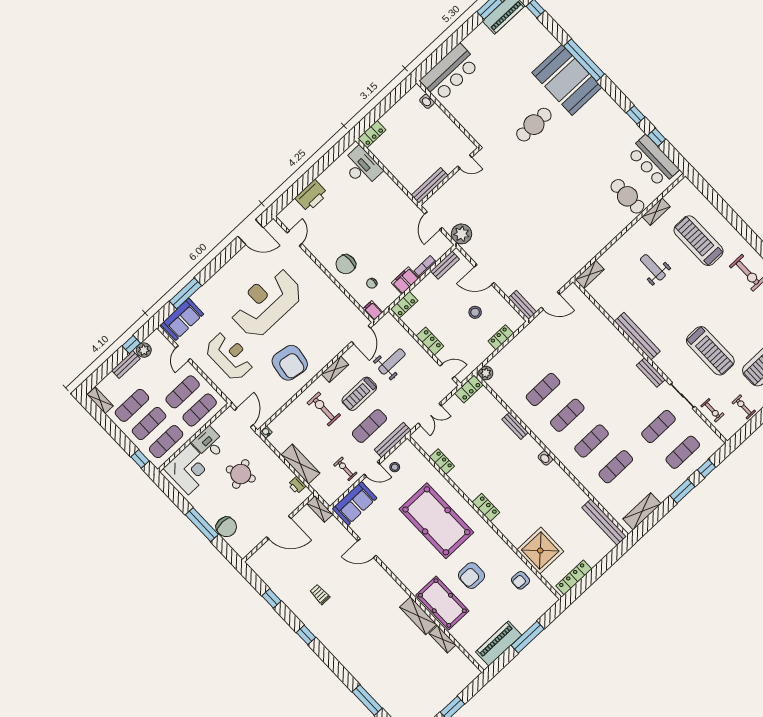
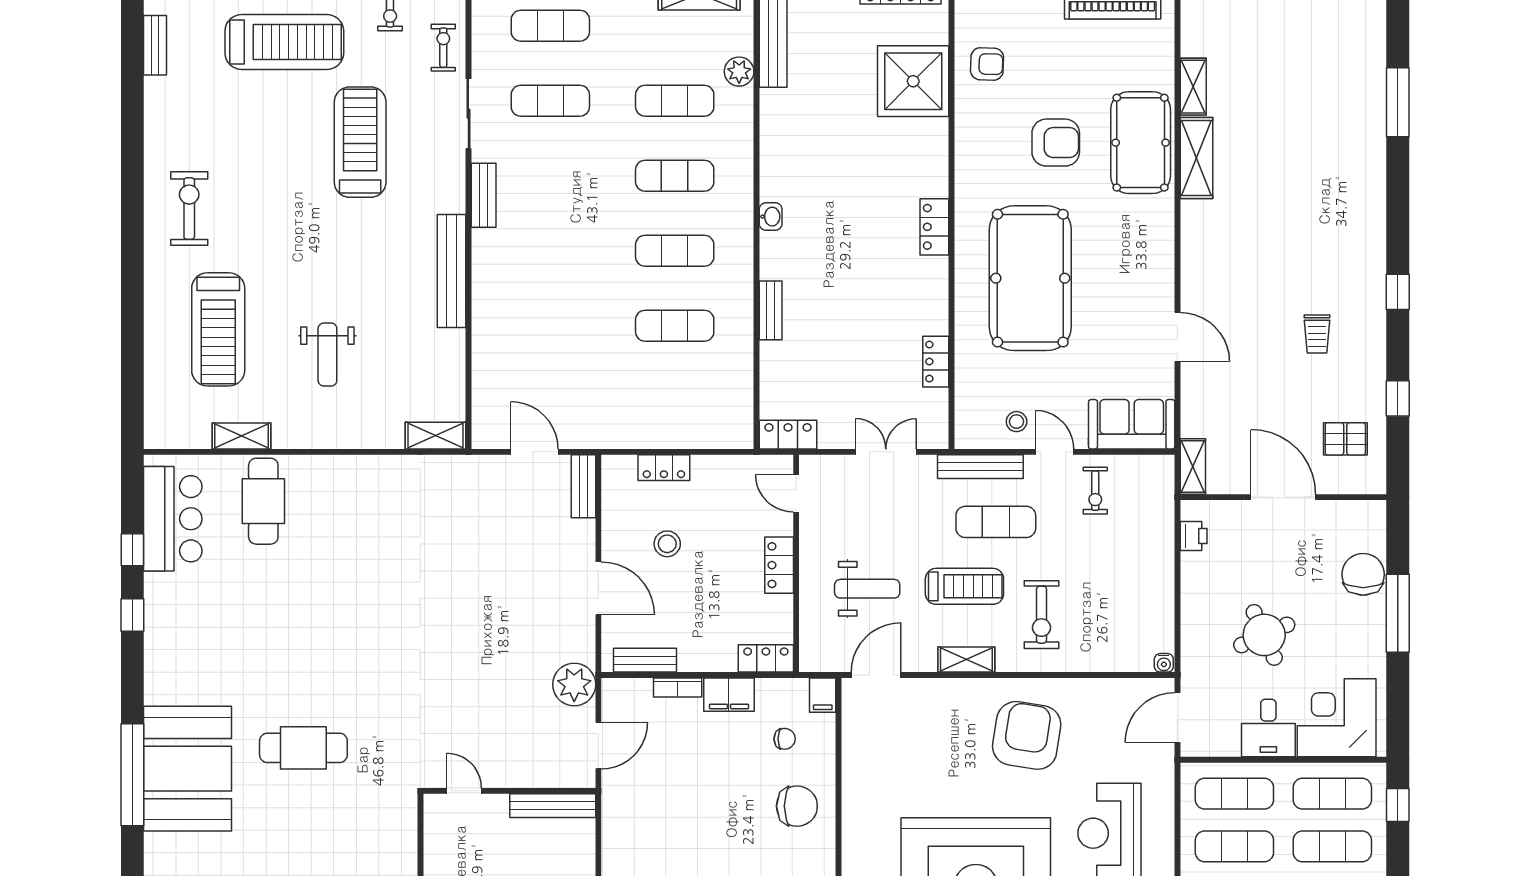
weight bench: (392, 362) -> (867, 589), turned 180
plant: (486, 373) -> (739, 72), moved
shelving: (300, 464) -> (1158, 564), removed
pallet: (276, 568) -> (1345, 439), added

